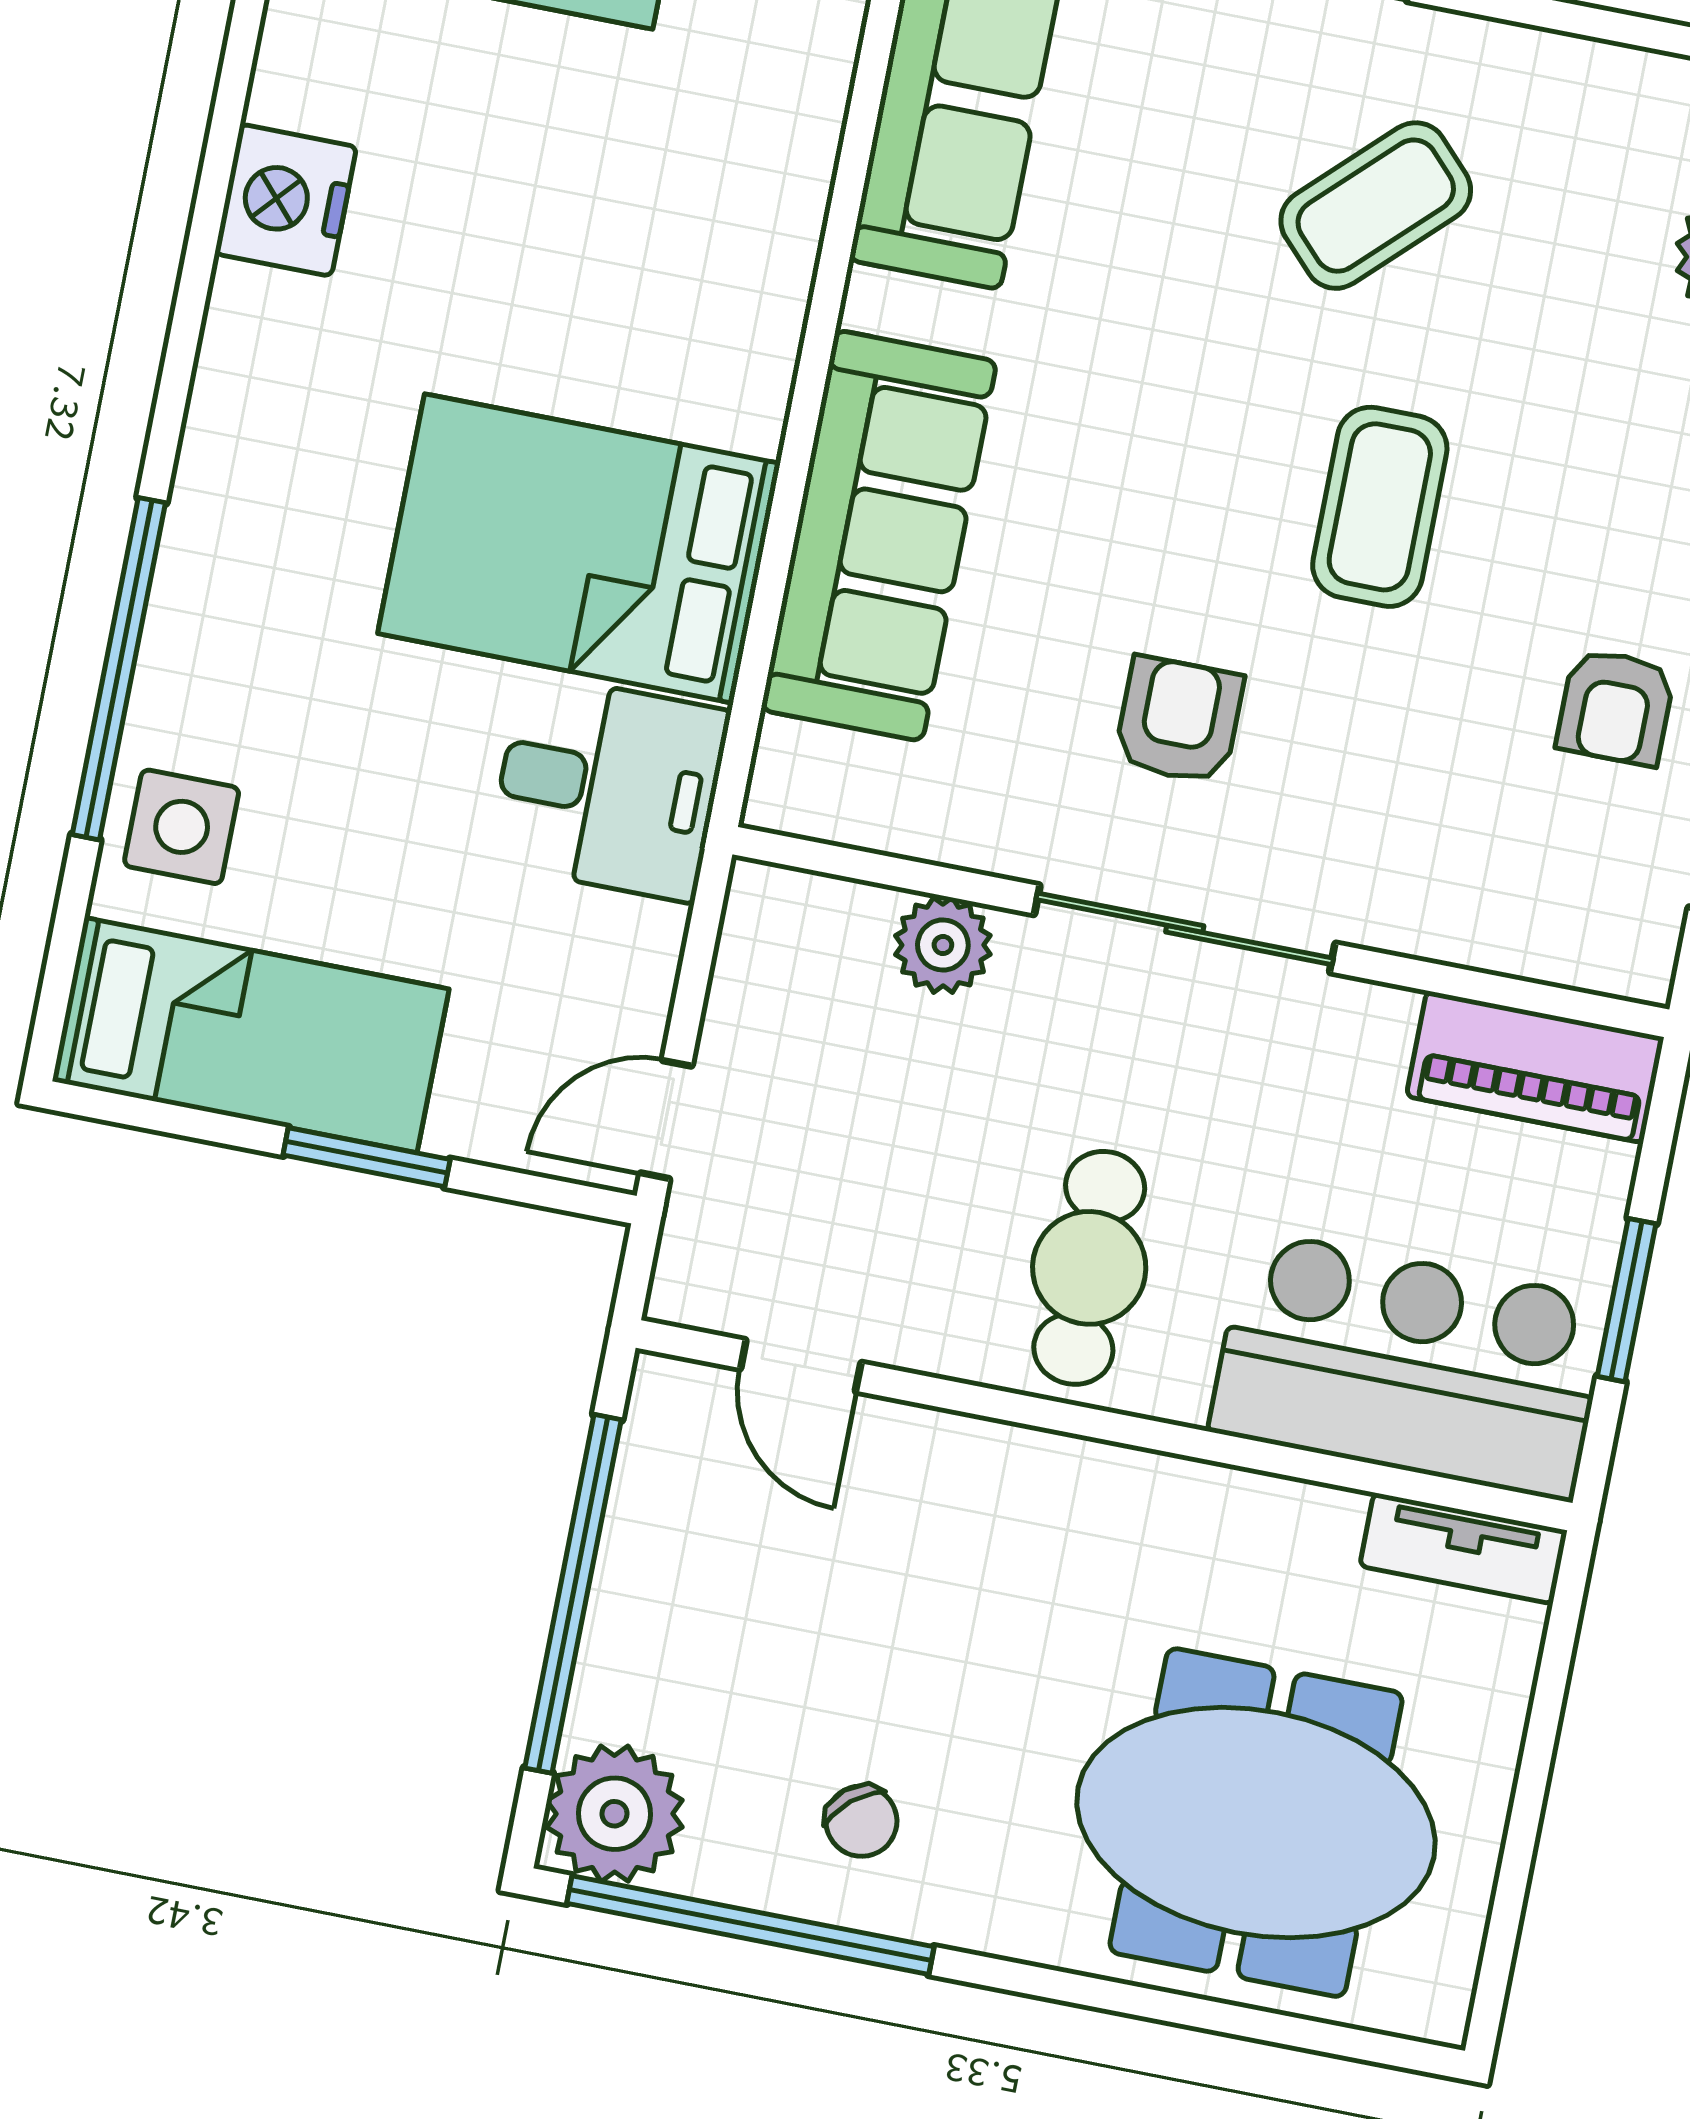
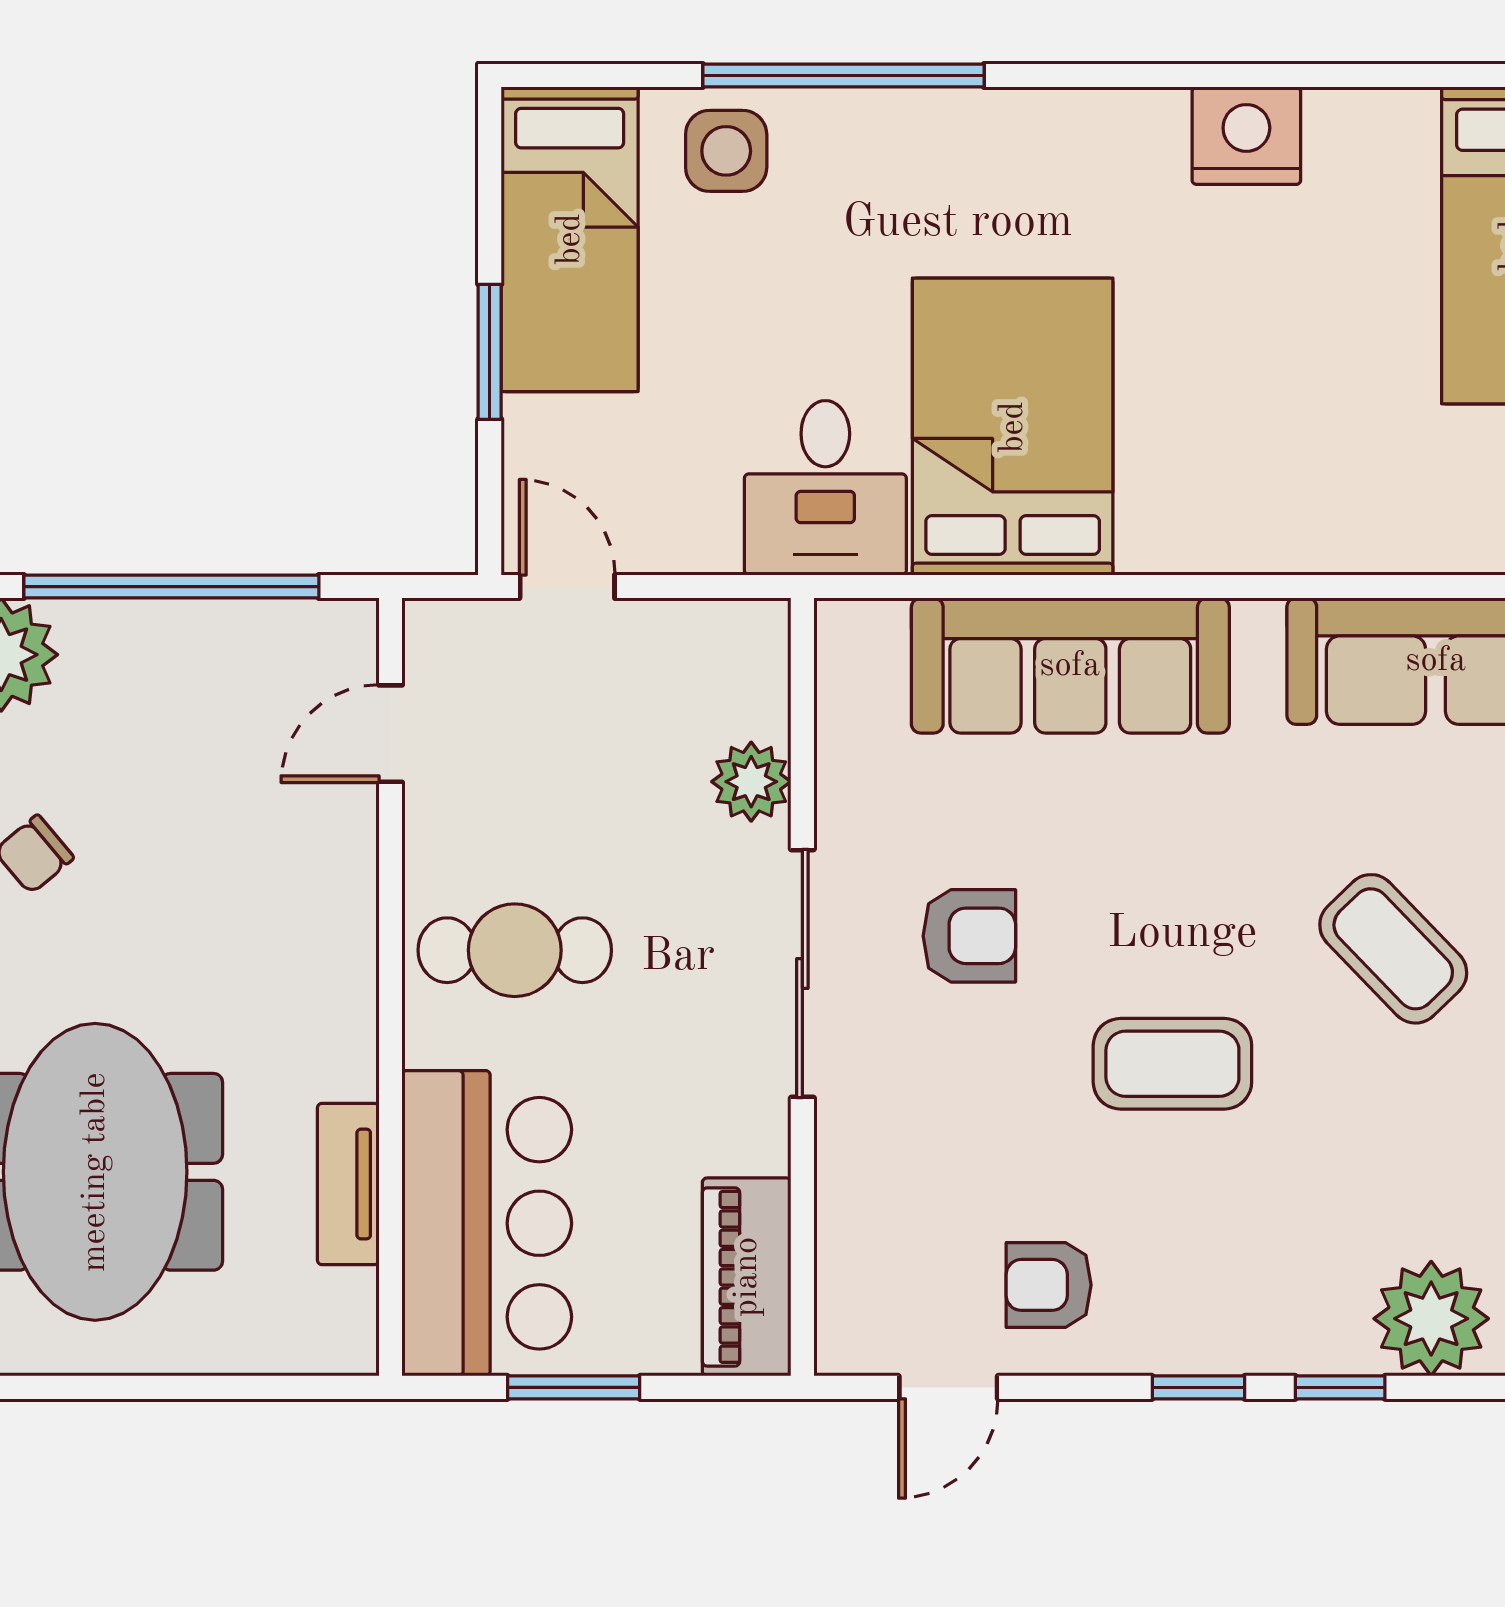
coffee table: (1376, 206) -> (1393, 949), moved
tv unit: (1463, 1548) -> (348, 1184), moved

